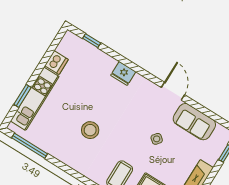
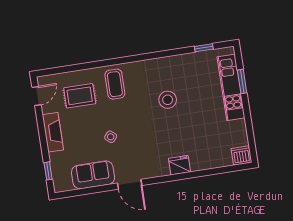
window: (92, 41) -> (225, 169), removed
dishwasher: (56, 63) -> (241, 155), moved, turned 90
window: (30, 146) -> (204, 48), width x0.46

